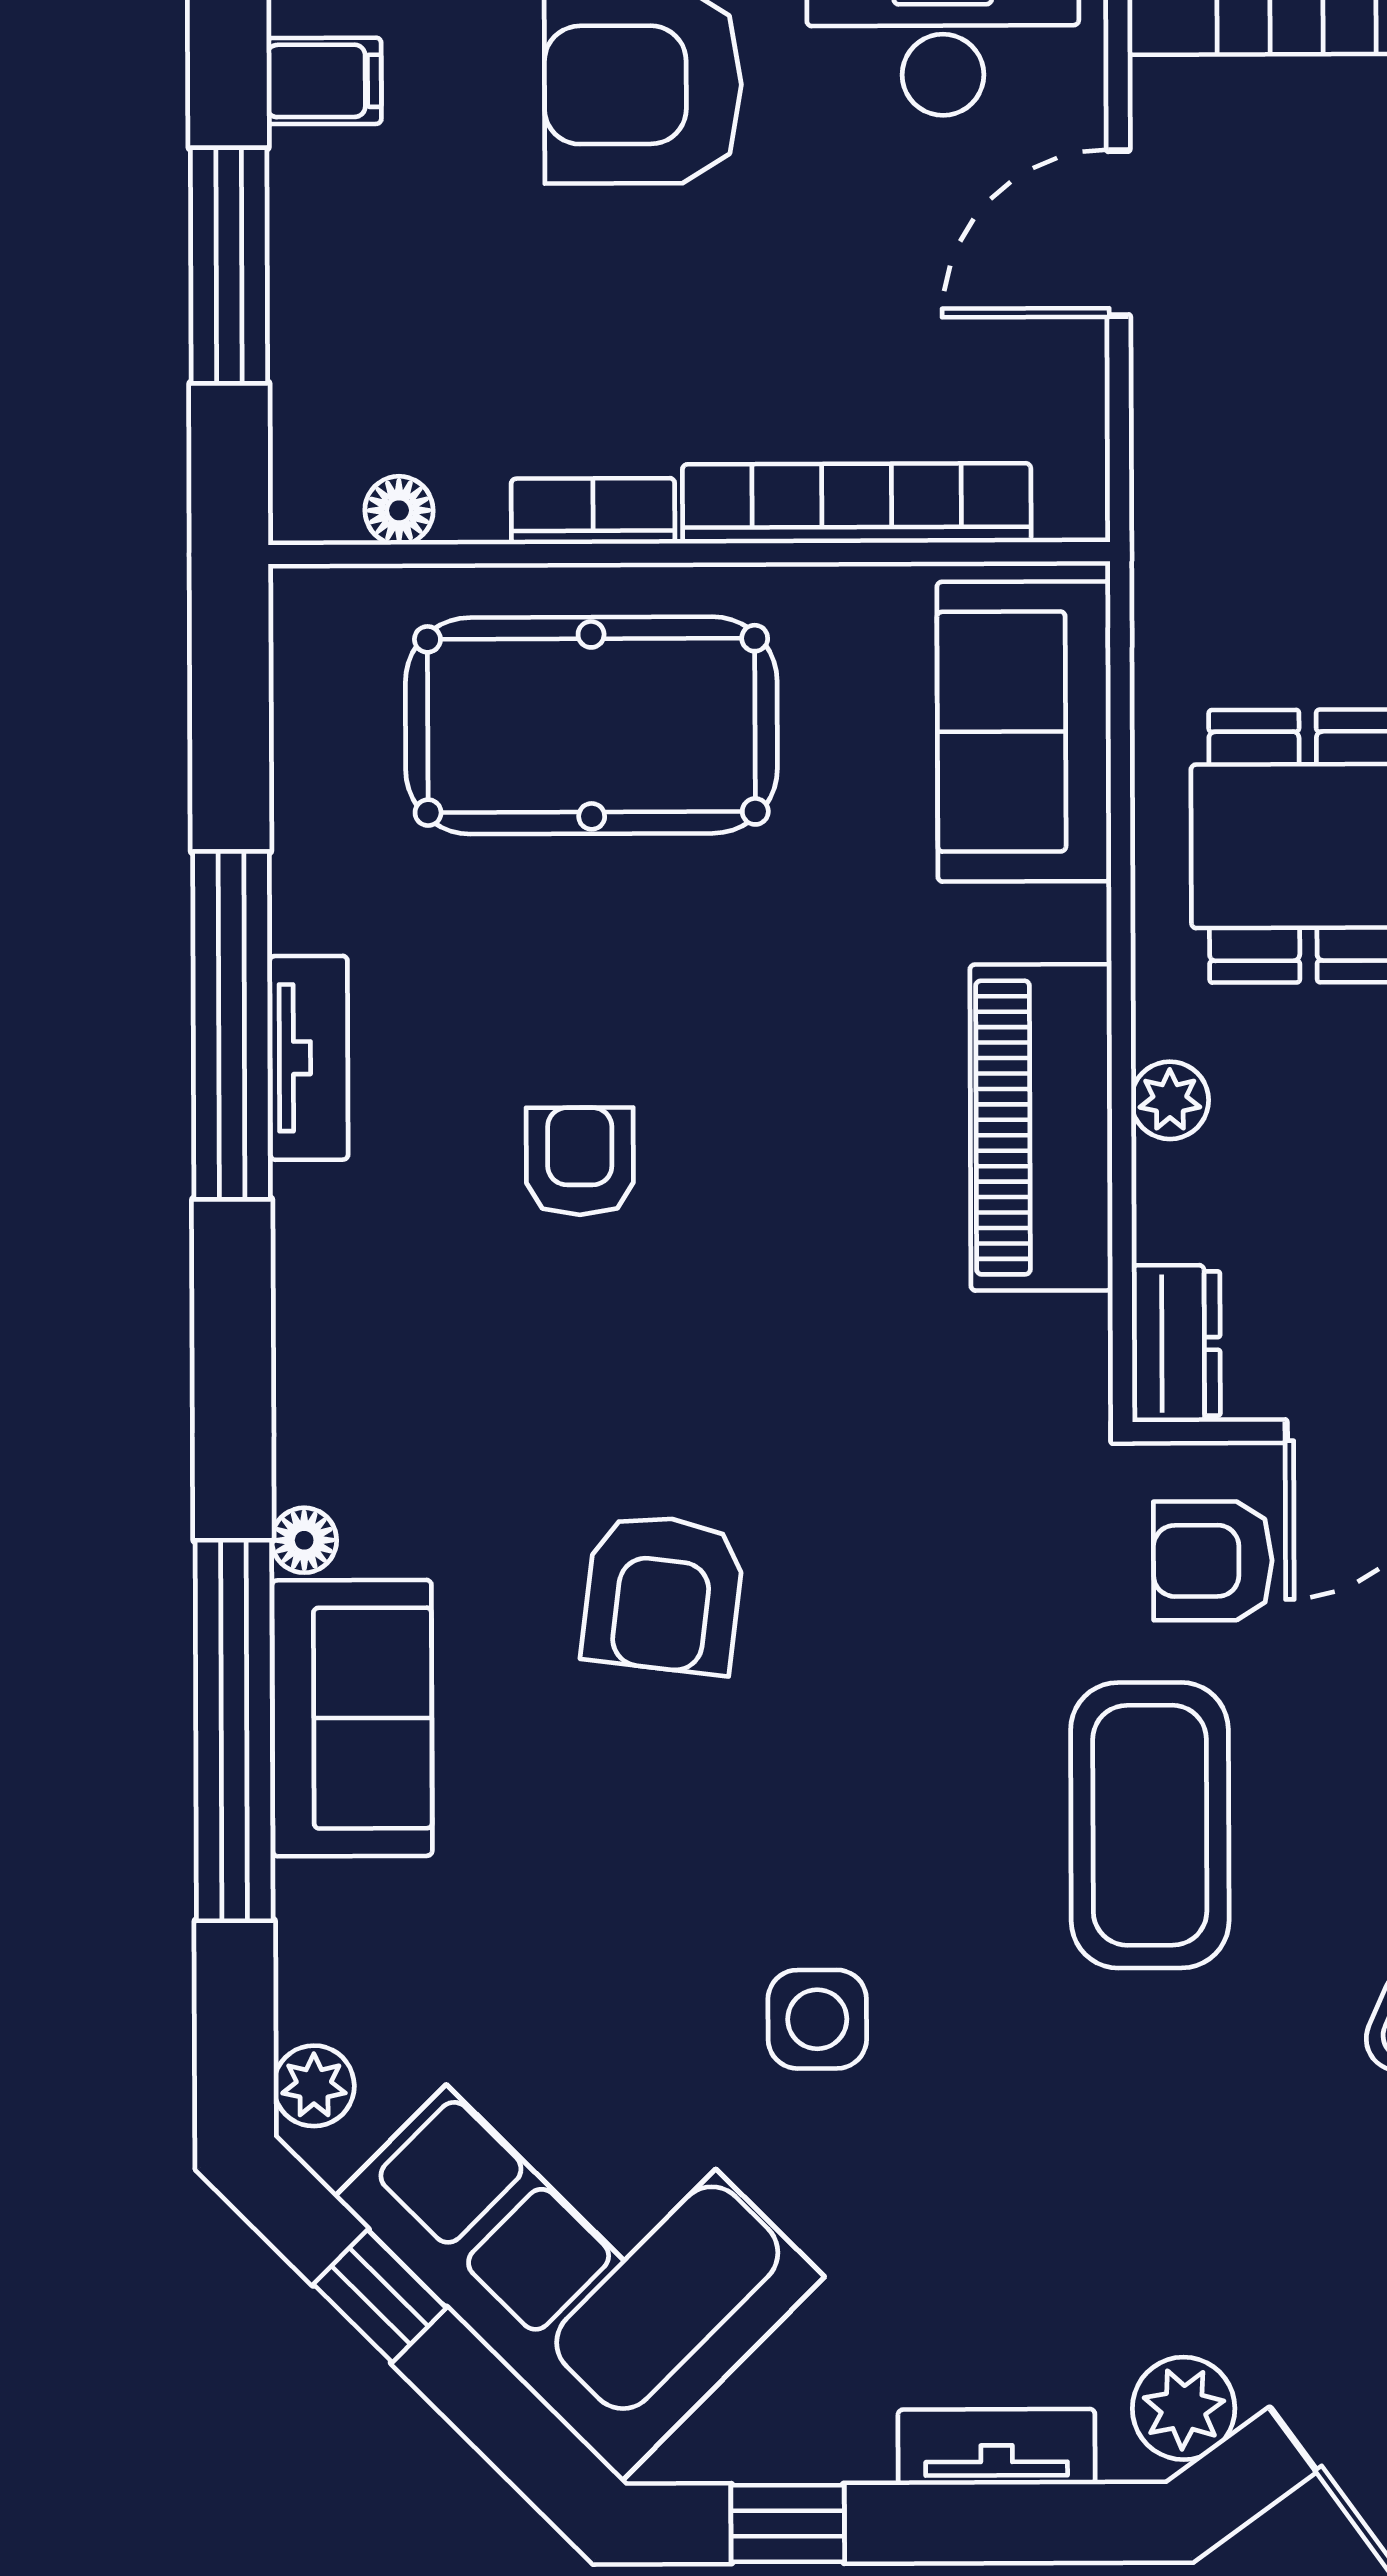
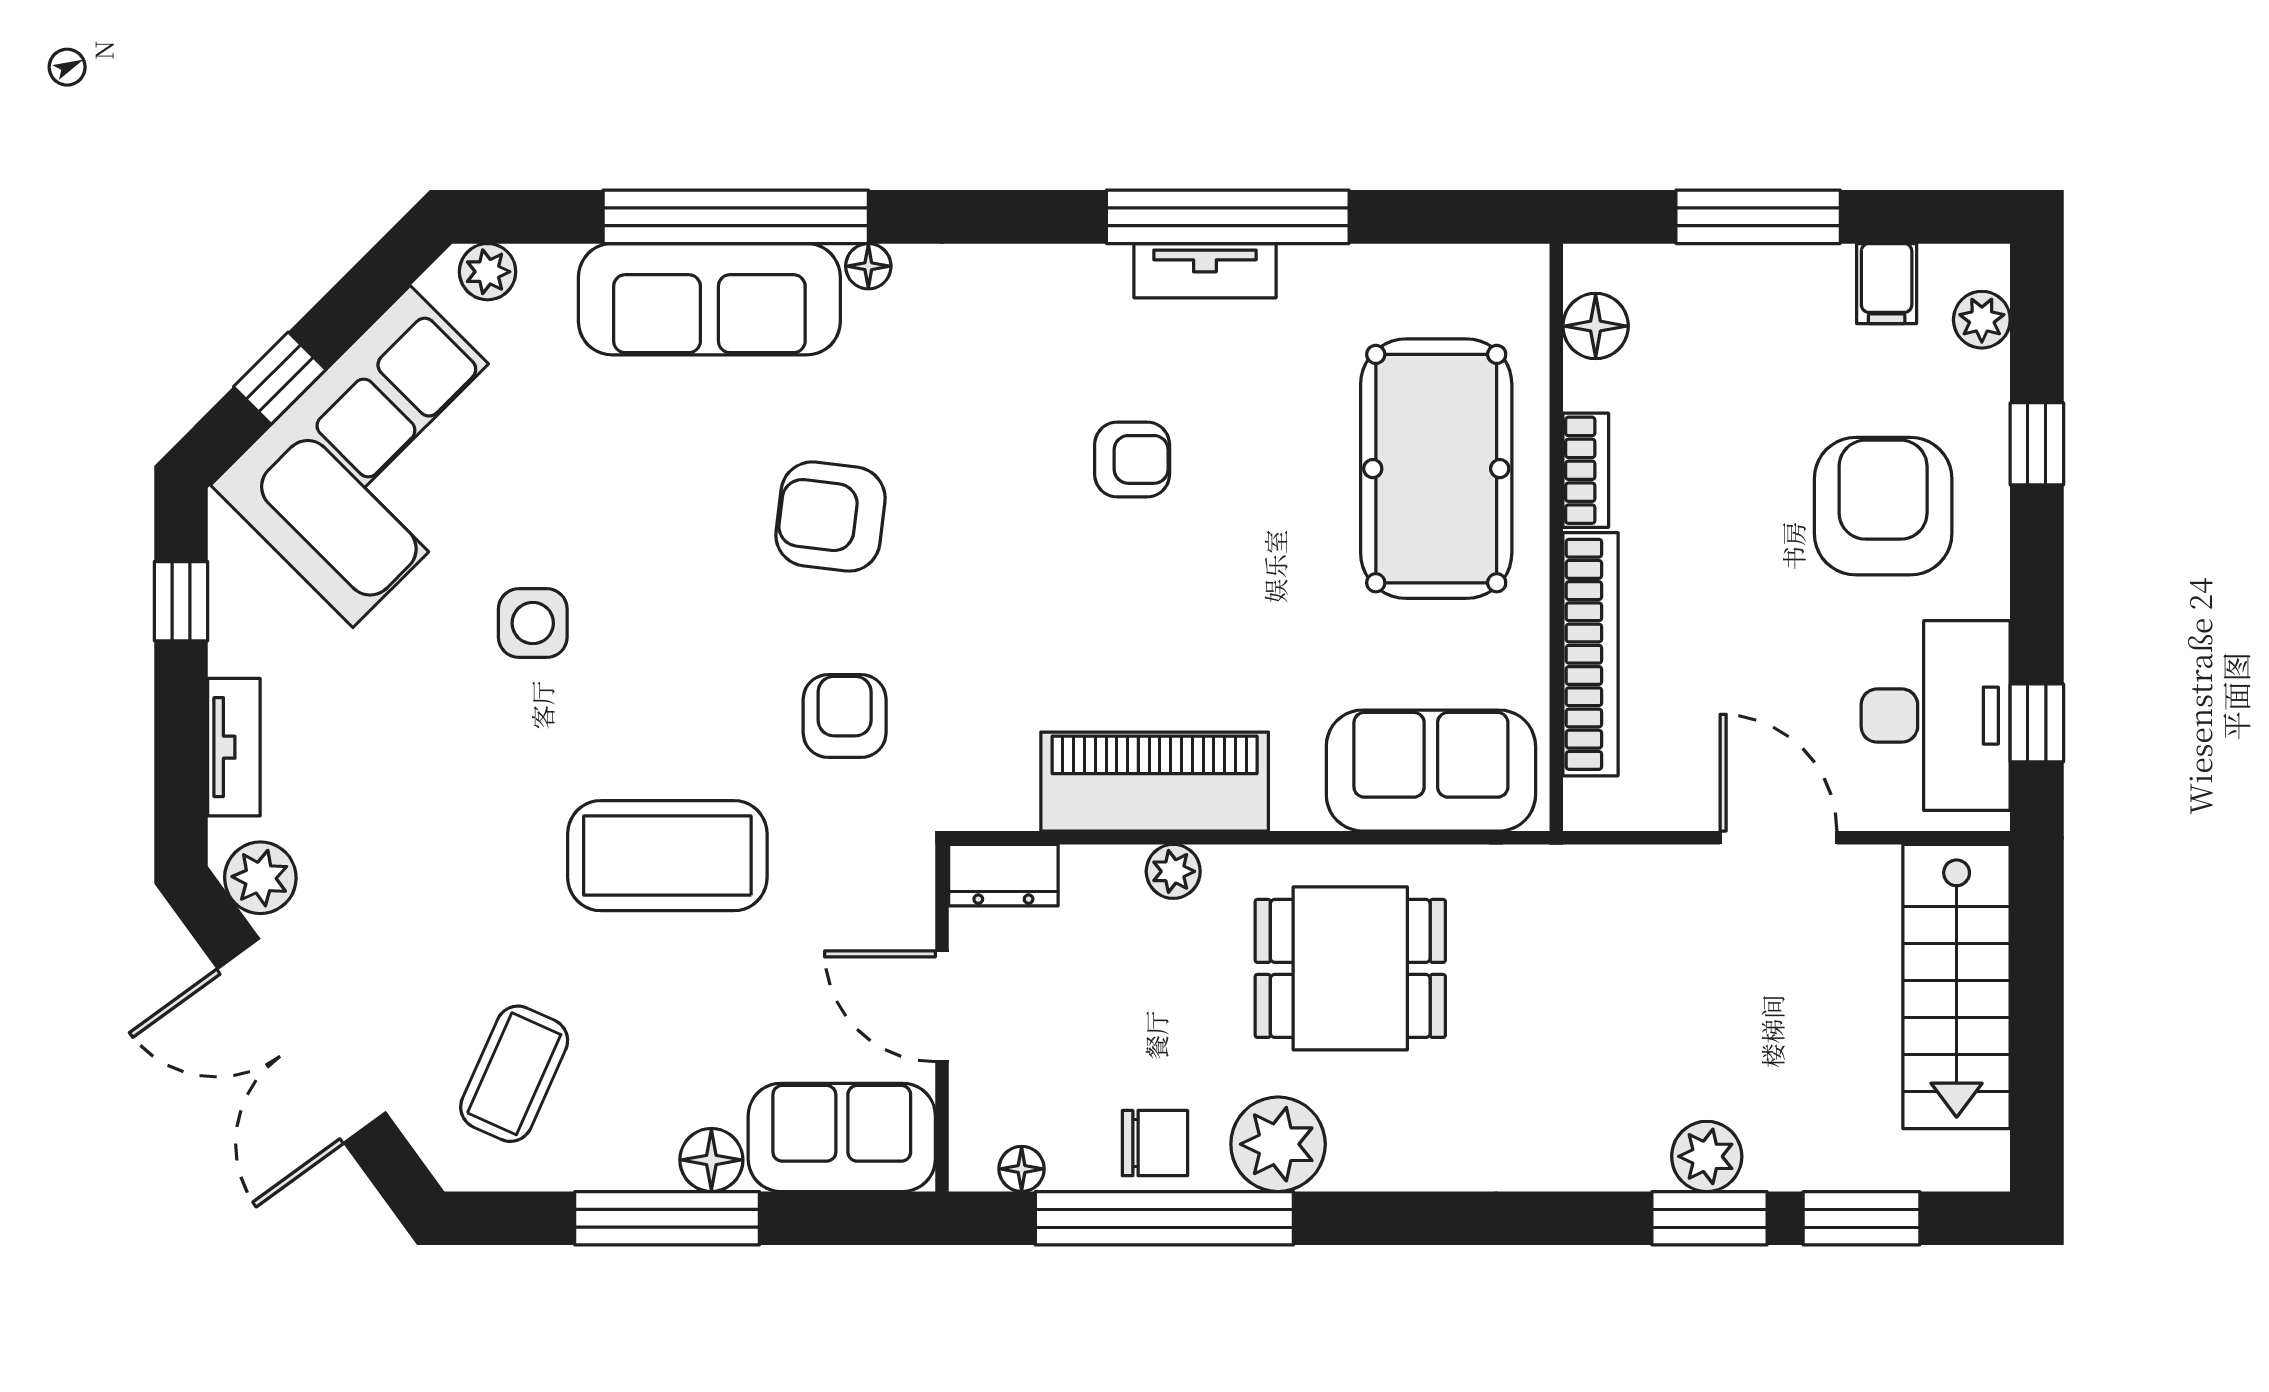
floor lamp: (399, 510) -> (1596, 326), width x1.37, depth x1.37
armchair: (1213, 1561) -> (845, 716), moved
sofa: (352, 1718) -> (709, 299), width x1.36
window: (380, 2296) -> (280, 378), moved

